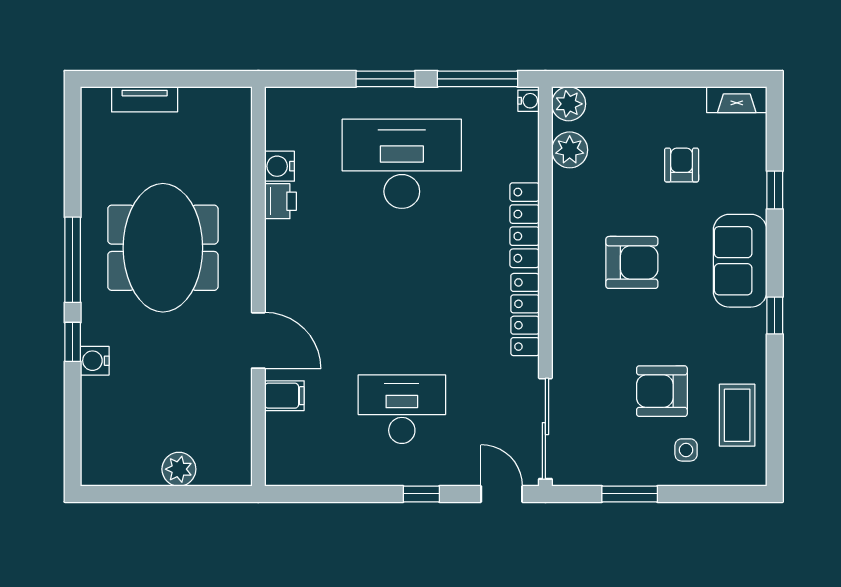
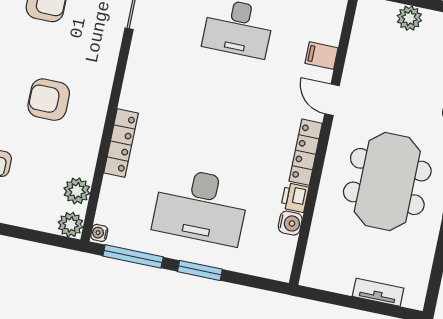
locker: (525, 315) -> (306, 152), moved, turned 180
door: (258, 340) -> (332, 100), width x0.73

